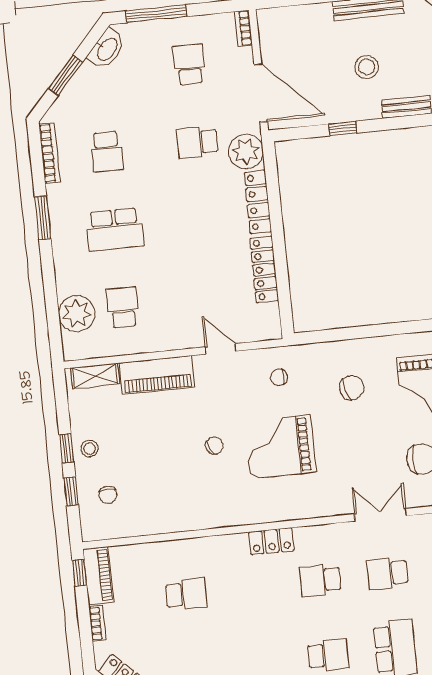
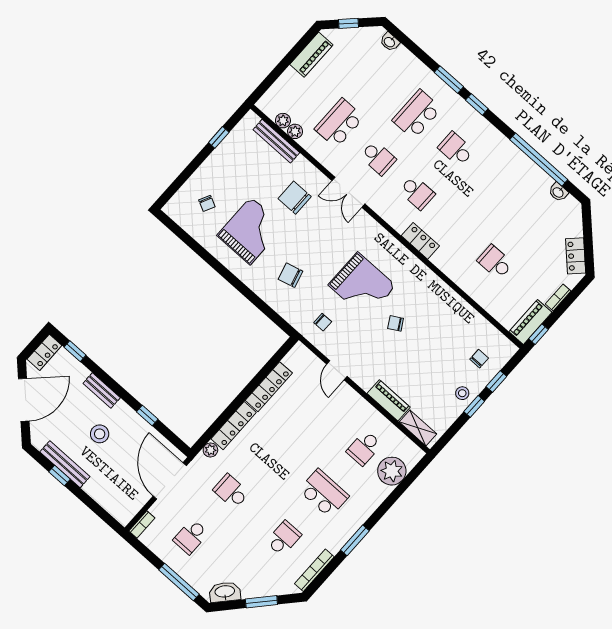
school desk: (197, 142) -> (231, 491), turned 180
plant: (246, 151) -> (210, 450), width x0.53, depth x0.53
piano: (157, 375) -> (389, 400), width x0.73, depth x0.75

